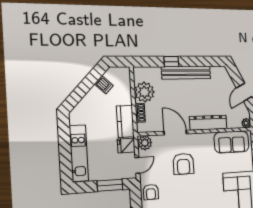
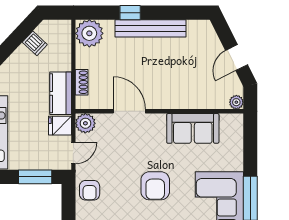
plant: (144, 92) -> (89, 33), moved
dresser: (208, 123) -> (178, 99), removed
sofa: (232, 142) -> (193, 128), moved
armchair: (183, 164) -> (155, 186), moved

